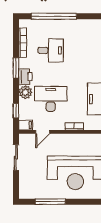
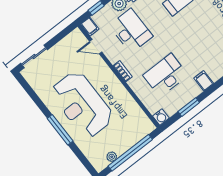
sliding door: (16, 158) -> (34, 56), moved
window: (50, 202) -> (60, 130), moved

